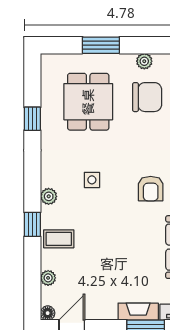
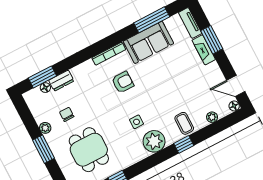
window: (101, 45) -> (44, 149), moved
chair: (147, 97) -> (67, 114), width x0.54, depth x0.54
dining table: (88, 102) -> (89, 150), turned 90
plant: (49, 196) -> (154, 141), width x1.87, depth x1.87

